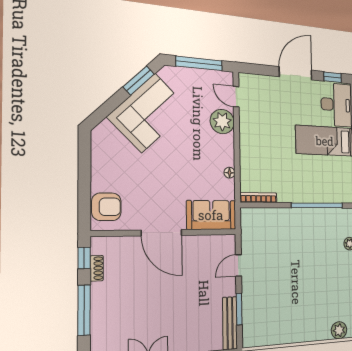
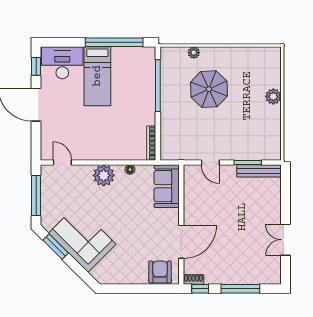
door: (236, 97) -> (62, 163), swing flipped
plant: (222, 122) -> (104, 175), moved
door: (162, 233) -> (181, 242), moved
parasol: (315, 261) -> (209, 89), added
shoe rack: (97, 268) -> (193, 279), moved
plant: (339, 330) -> (273, 96), moved

